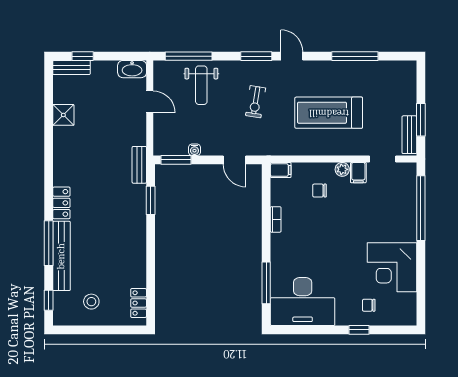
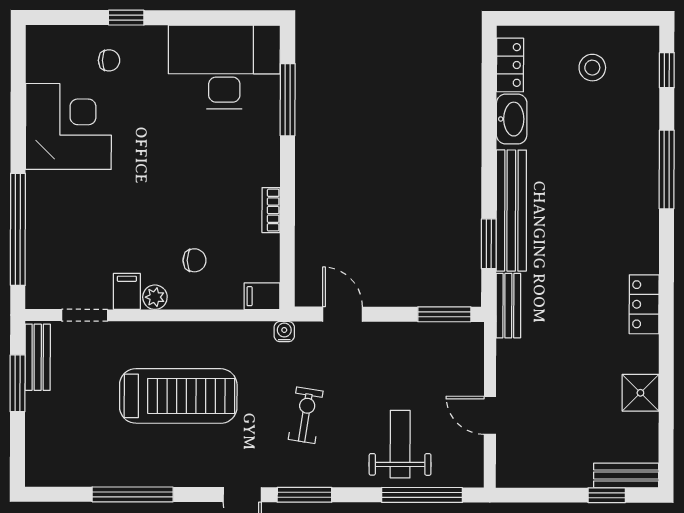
washbasin: (132, 69) -> (512, 119), moved, turned 90
water cooler: (194, 150) -> (284, 332), moved
locker: (61, 203) -> (644, 304), moved
bench: (61, 256) -> (511, 211), moved

